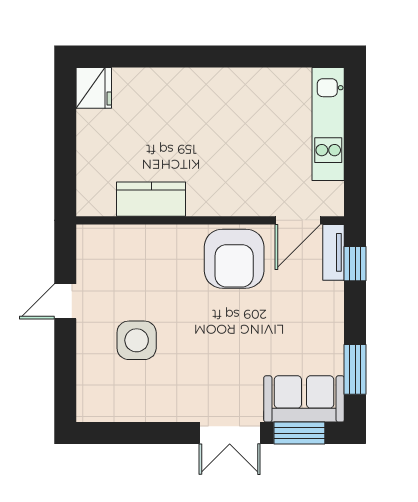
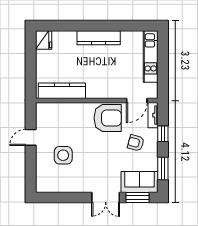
kitchen counter: (214, 83) -> (99, 38), added
kitchen counter: (151, 199) -> (62, 91), width x1.50
armchair: (234, 259) -> (108, 118), turned -90
window: (355, 264) -> (163, 134), moved
armchair: (296, 313) -> (136, 143), added

